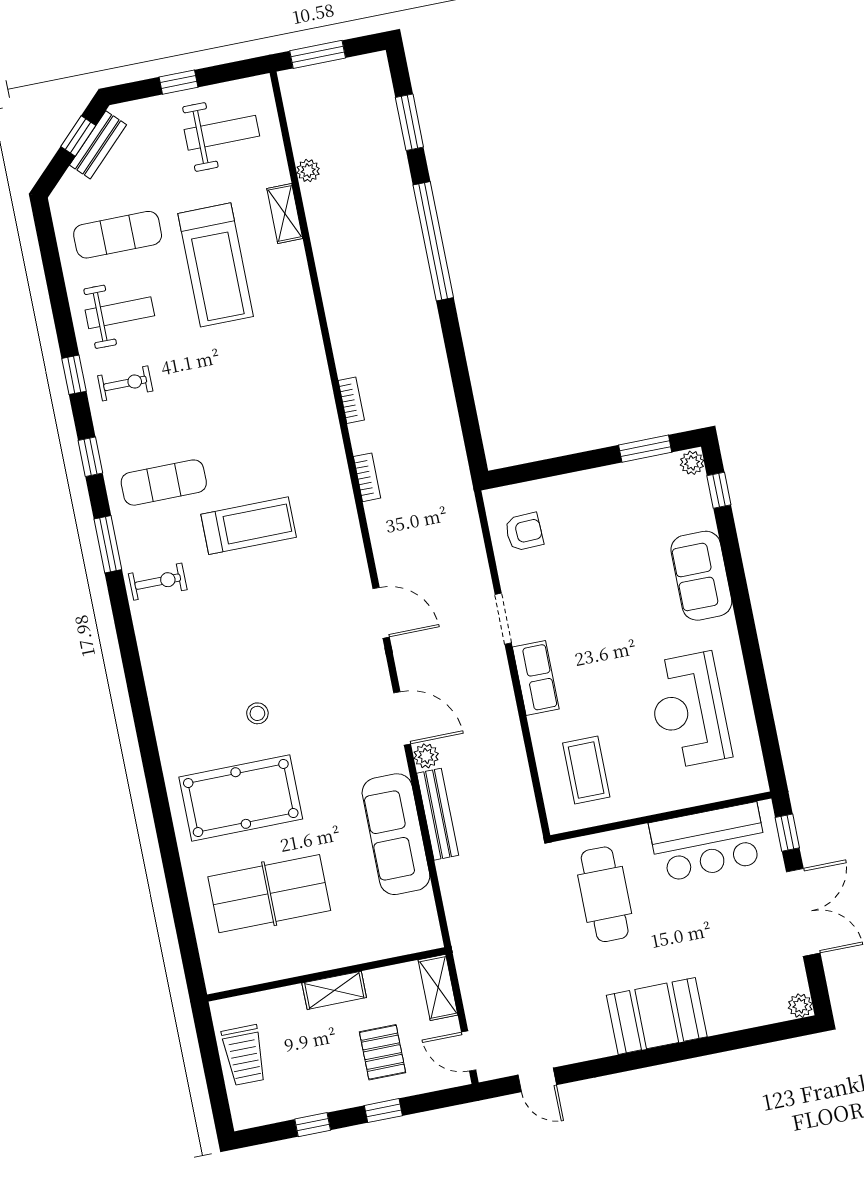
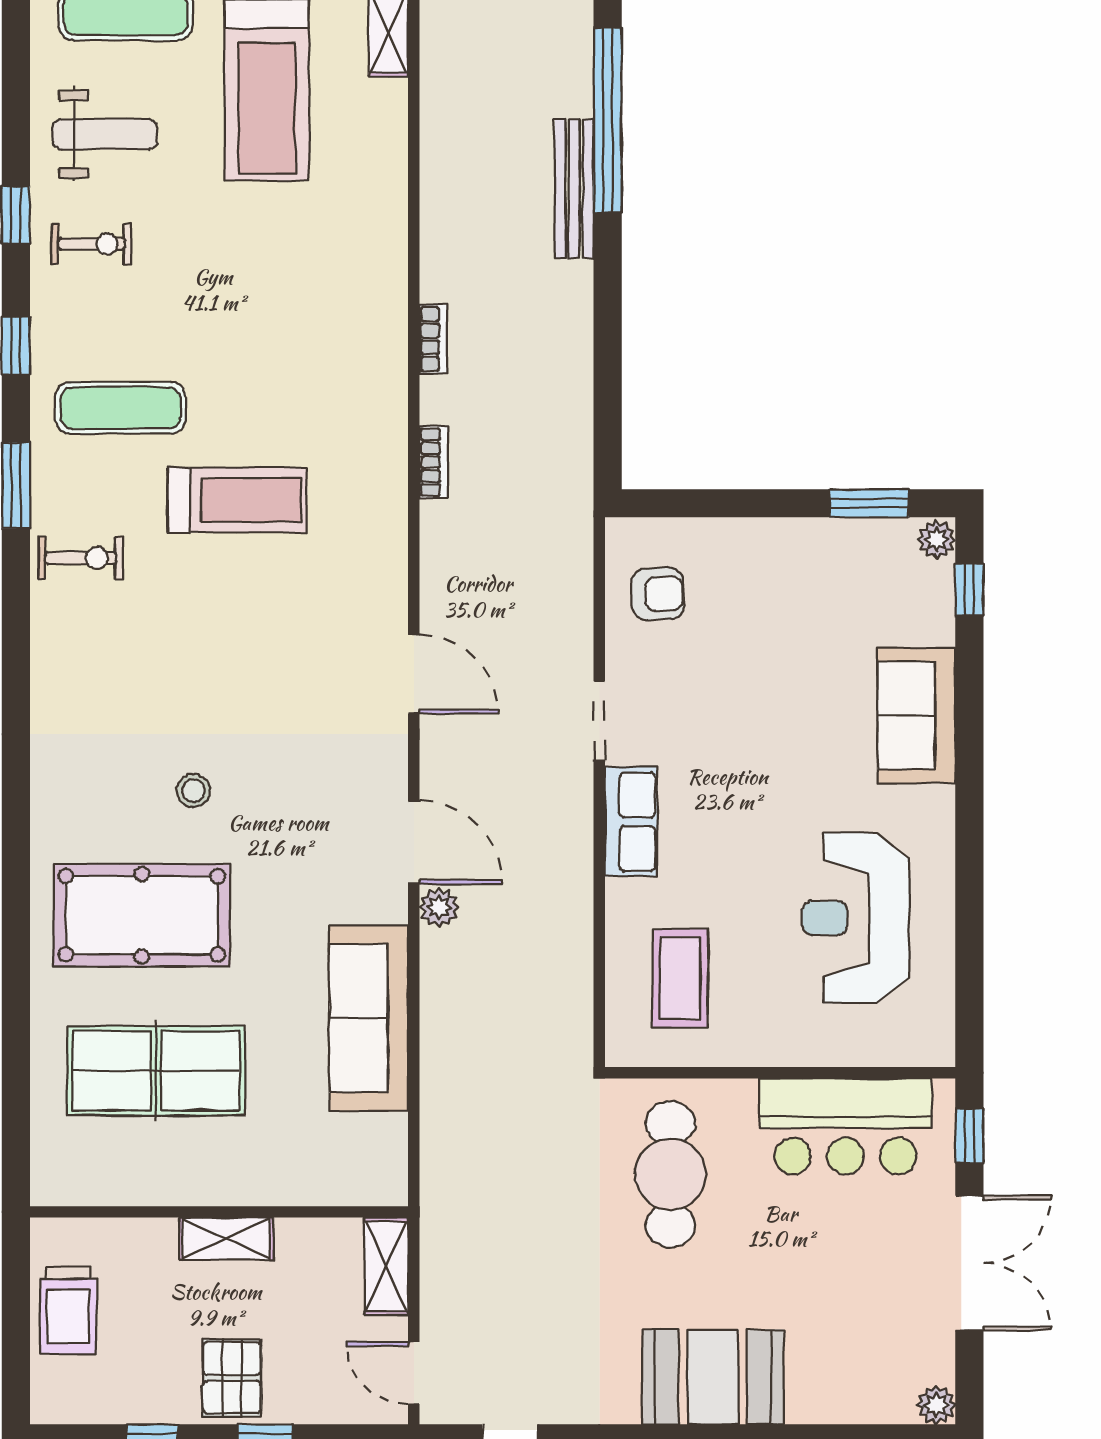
bench: (438, 814) -> (574, 189), moved
pallet: (383, 1052) -> (232, 1378), moved

